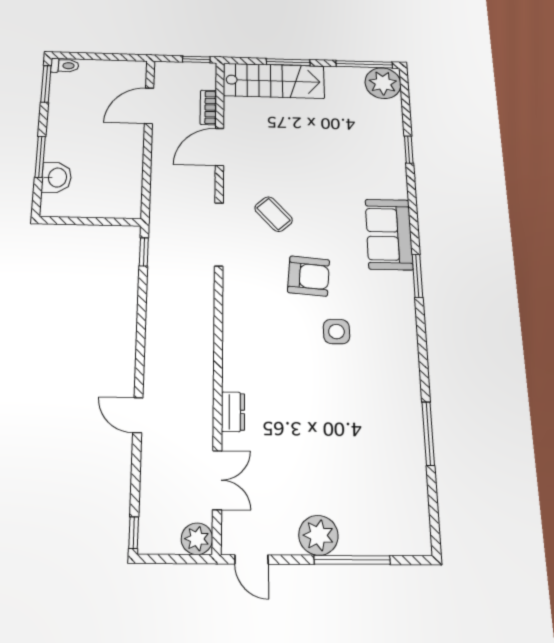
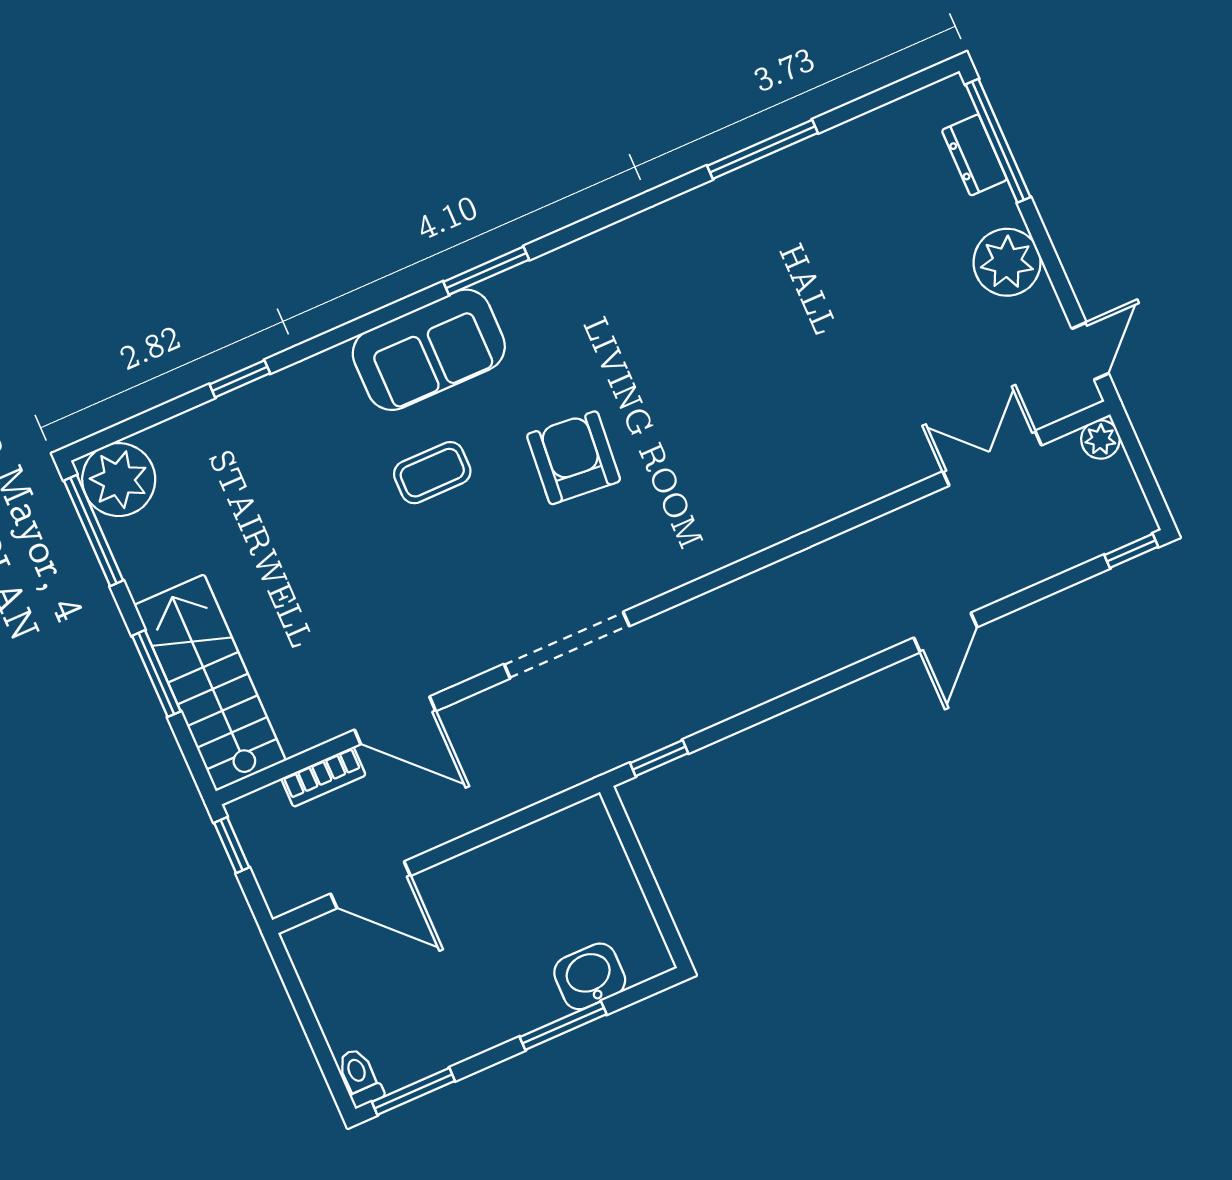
coffee table: (274, 214) -> (432, 473), moved, turned 42
side table: (336, 332) -> (653, 369), removed
dresser: (233, 412) -> (974, 155), moved, turned -90
plant: (197, 539) -> (1100, 439), width x0.73, depth x0.73
window: (352, 560) -> (998, 141), moved

